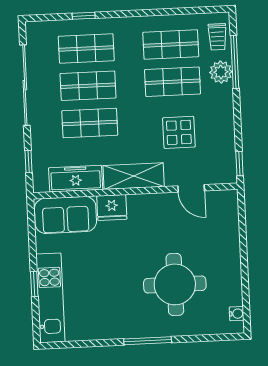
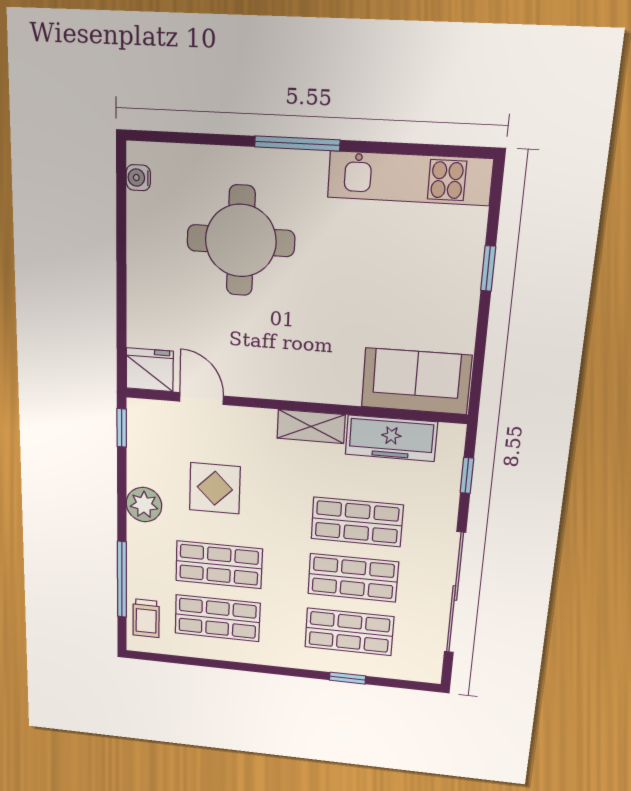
trolley: (217, 37) -> (146, 618), turned 180
plant: (221, 72) -> (144, 505), moved
shelving: (134, 176) -> (311, 427), width x0.67, depth x0.75
fridge: (112, 208) -> (150, 370), moved
kitchen unit: (50, 298) -> (409, 178), moved, turned -90

